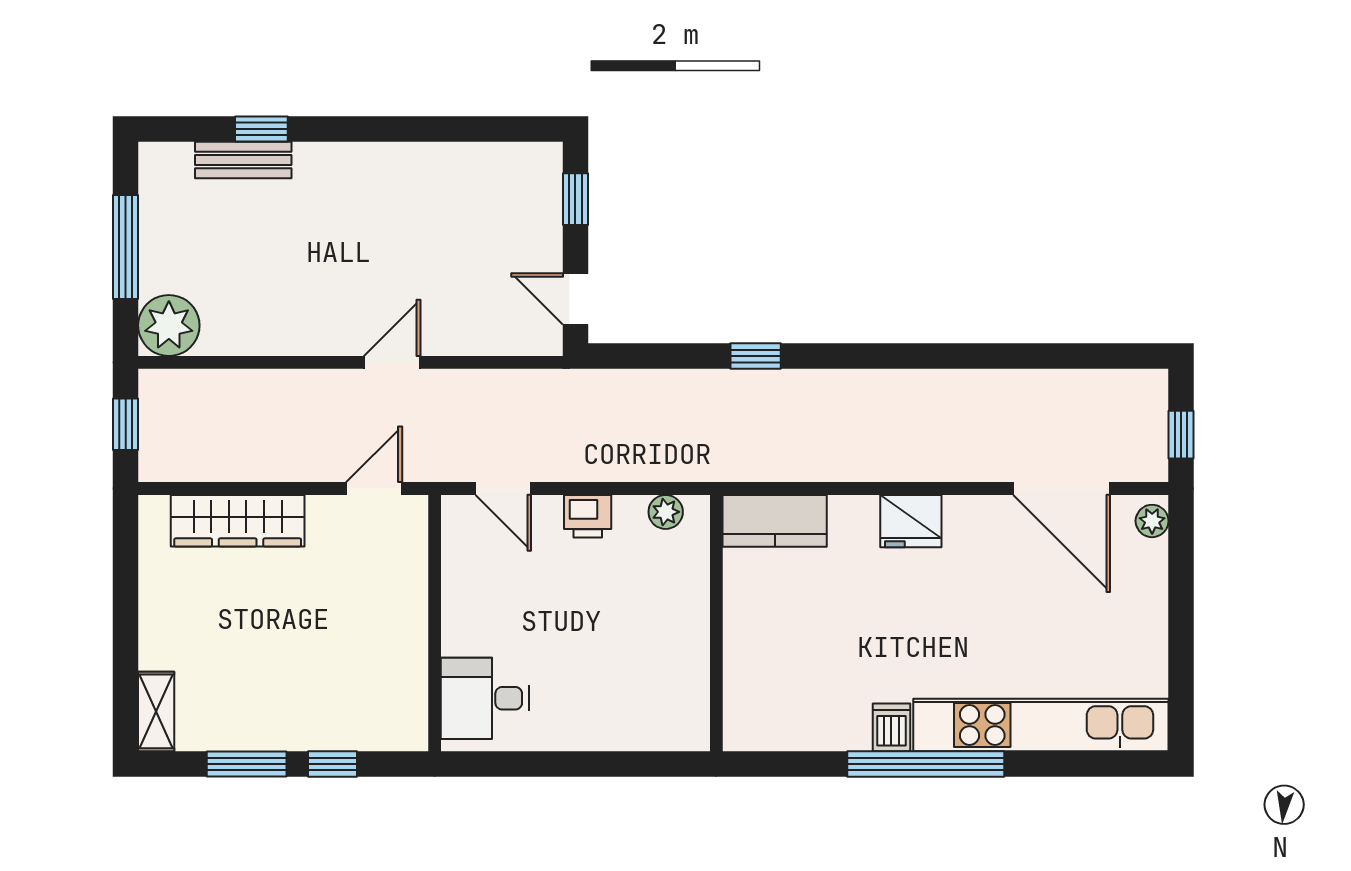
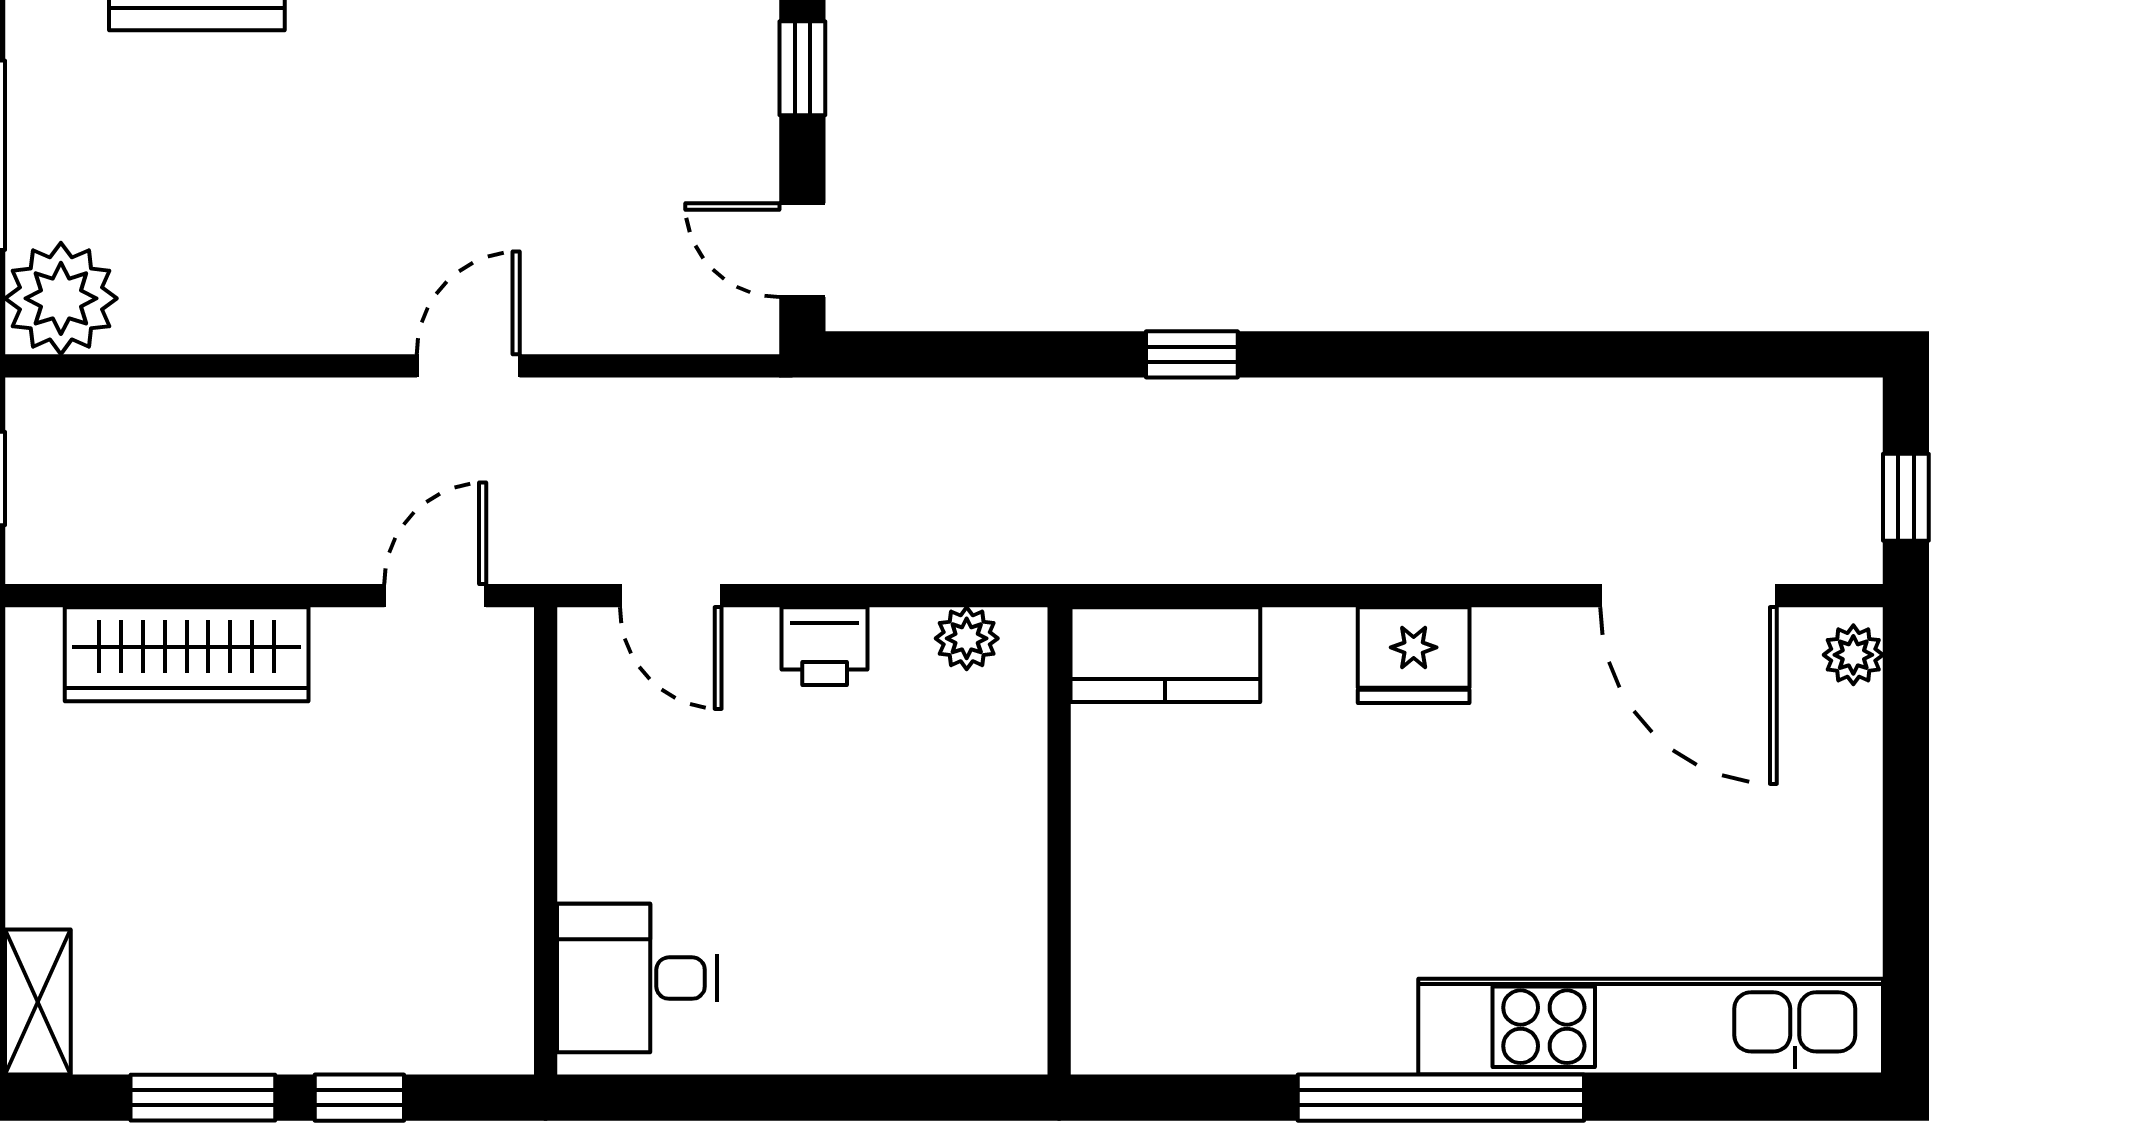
window: (756, 356) -> (1192, 354), moved
dishwasher: (891, 727) -> (1378, 1031), removed

